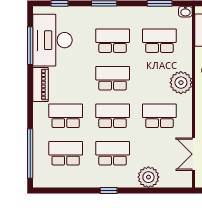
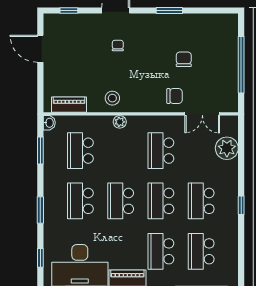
plant: (181, 83) -> (120, 122), width x0.53, depth x0.53
plant: (148, 177) -> (227, 148), moved

